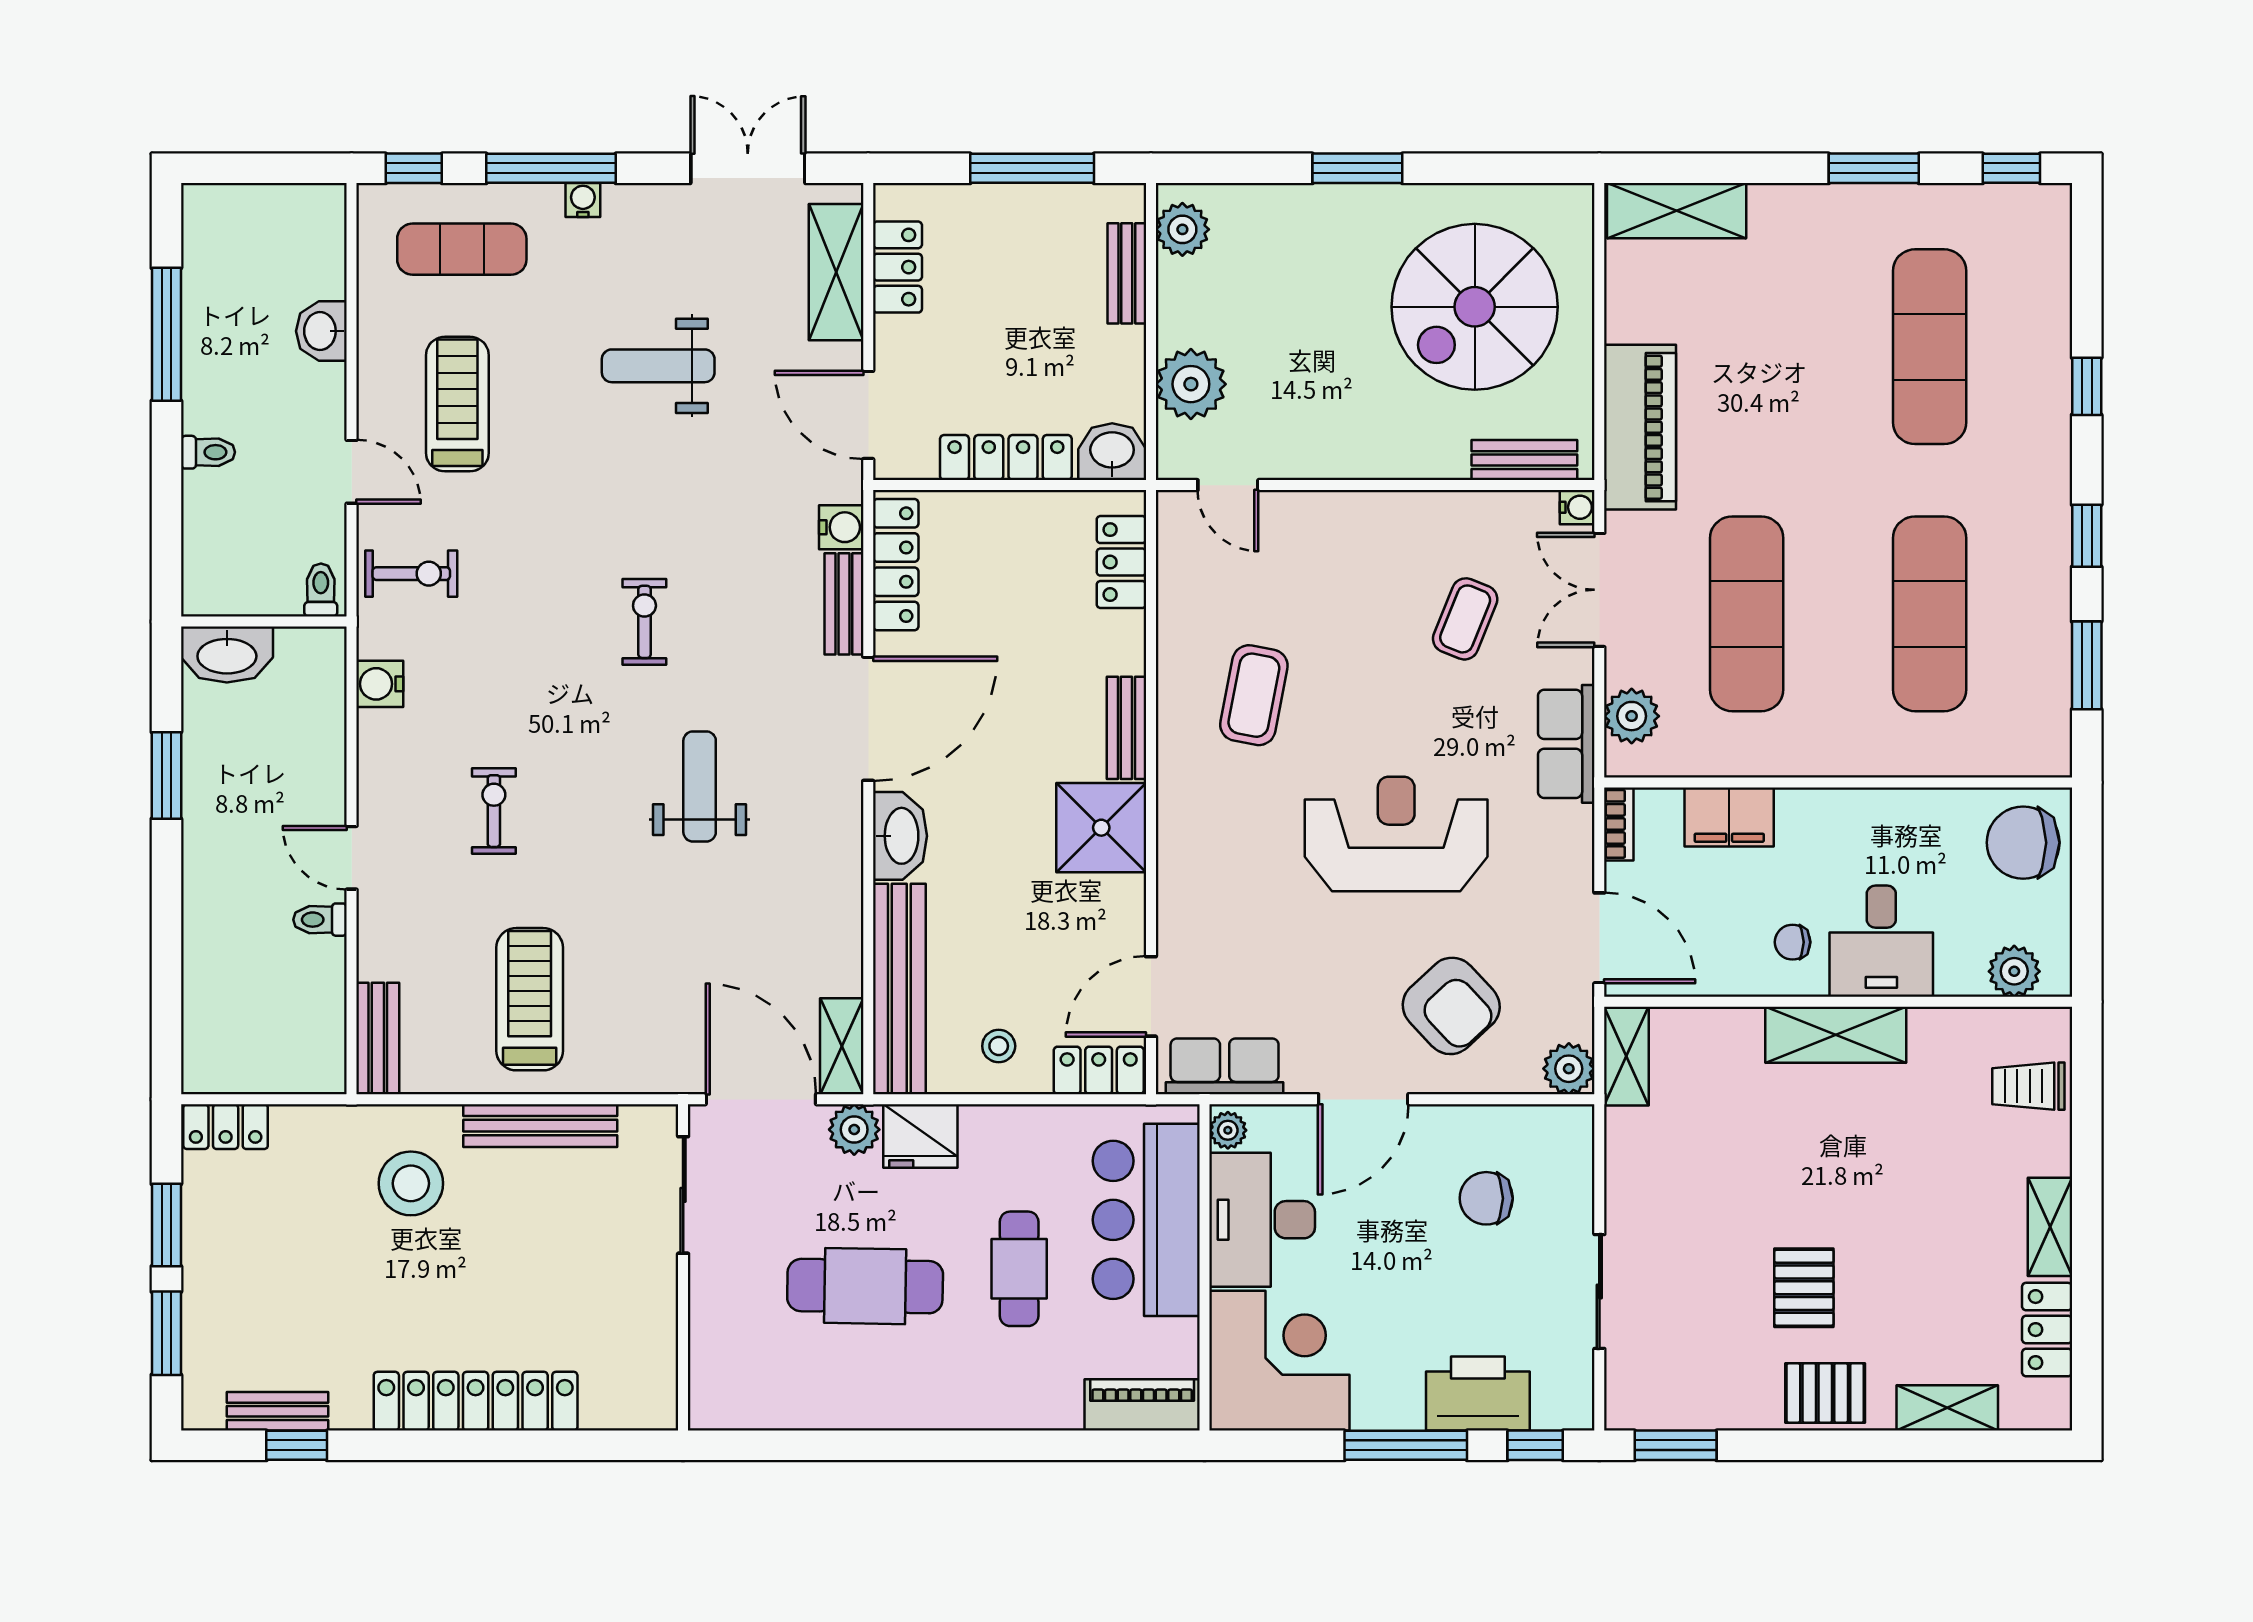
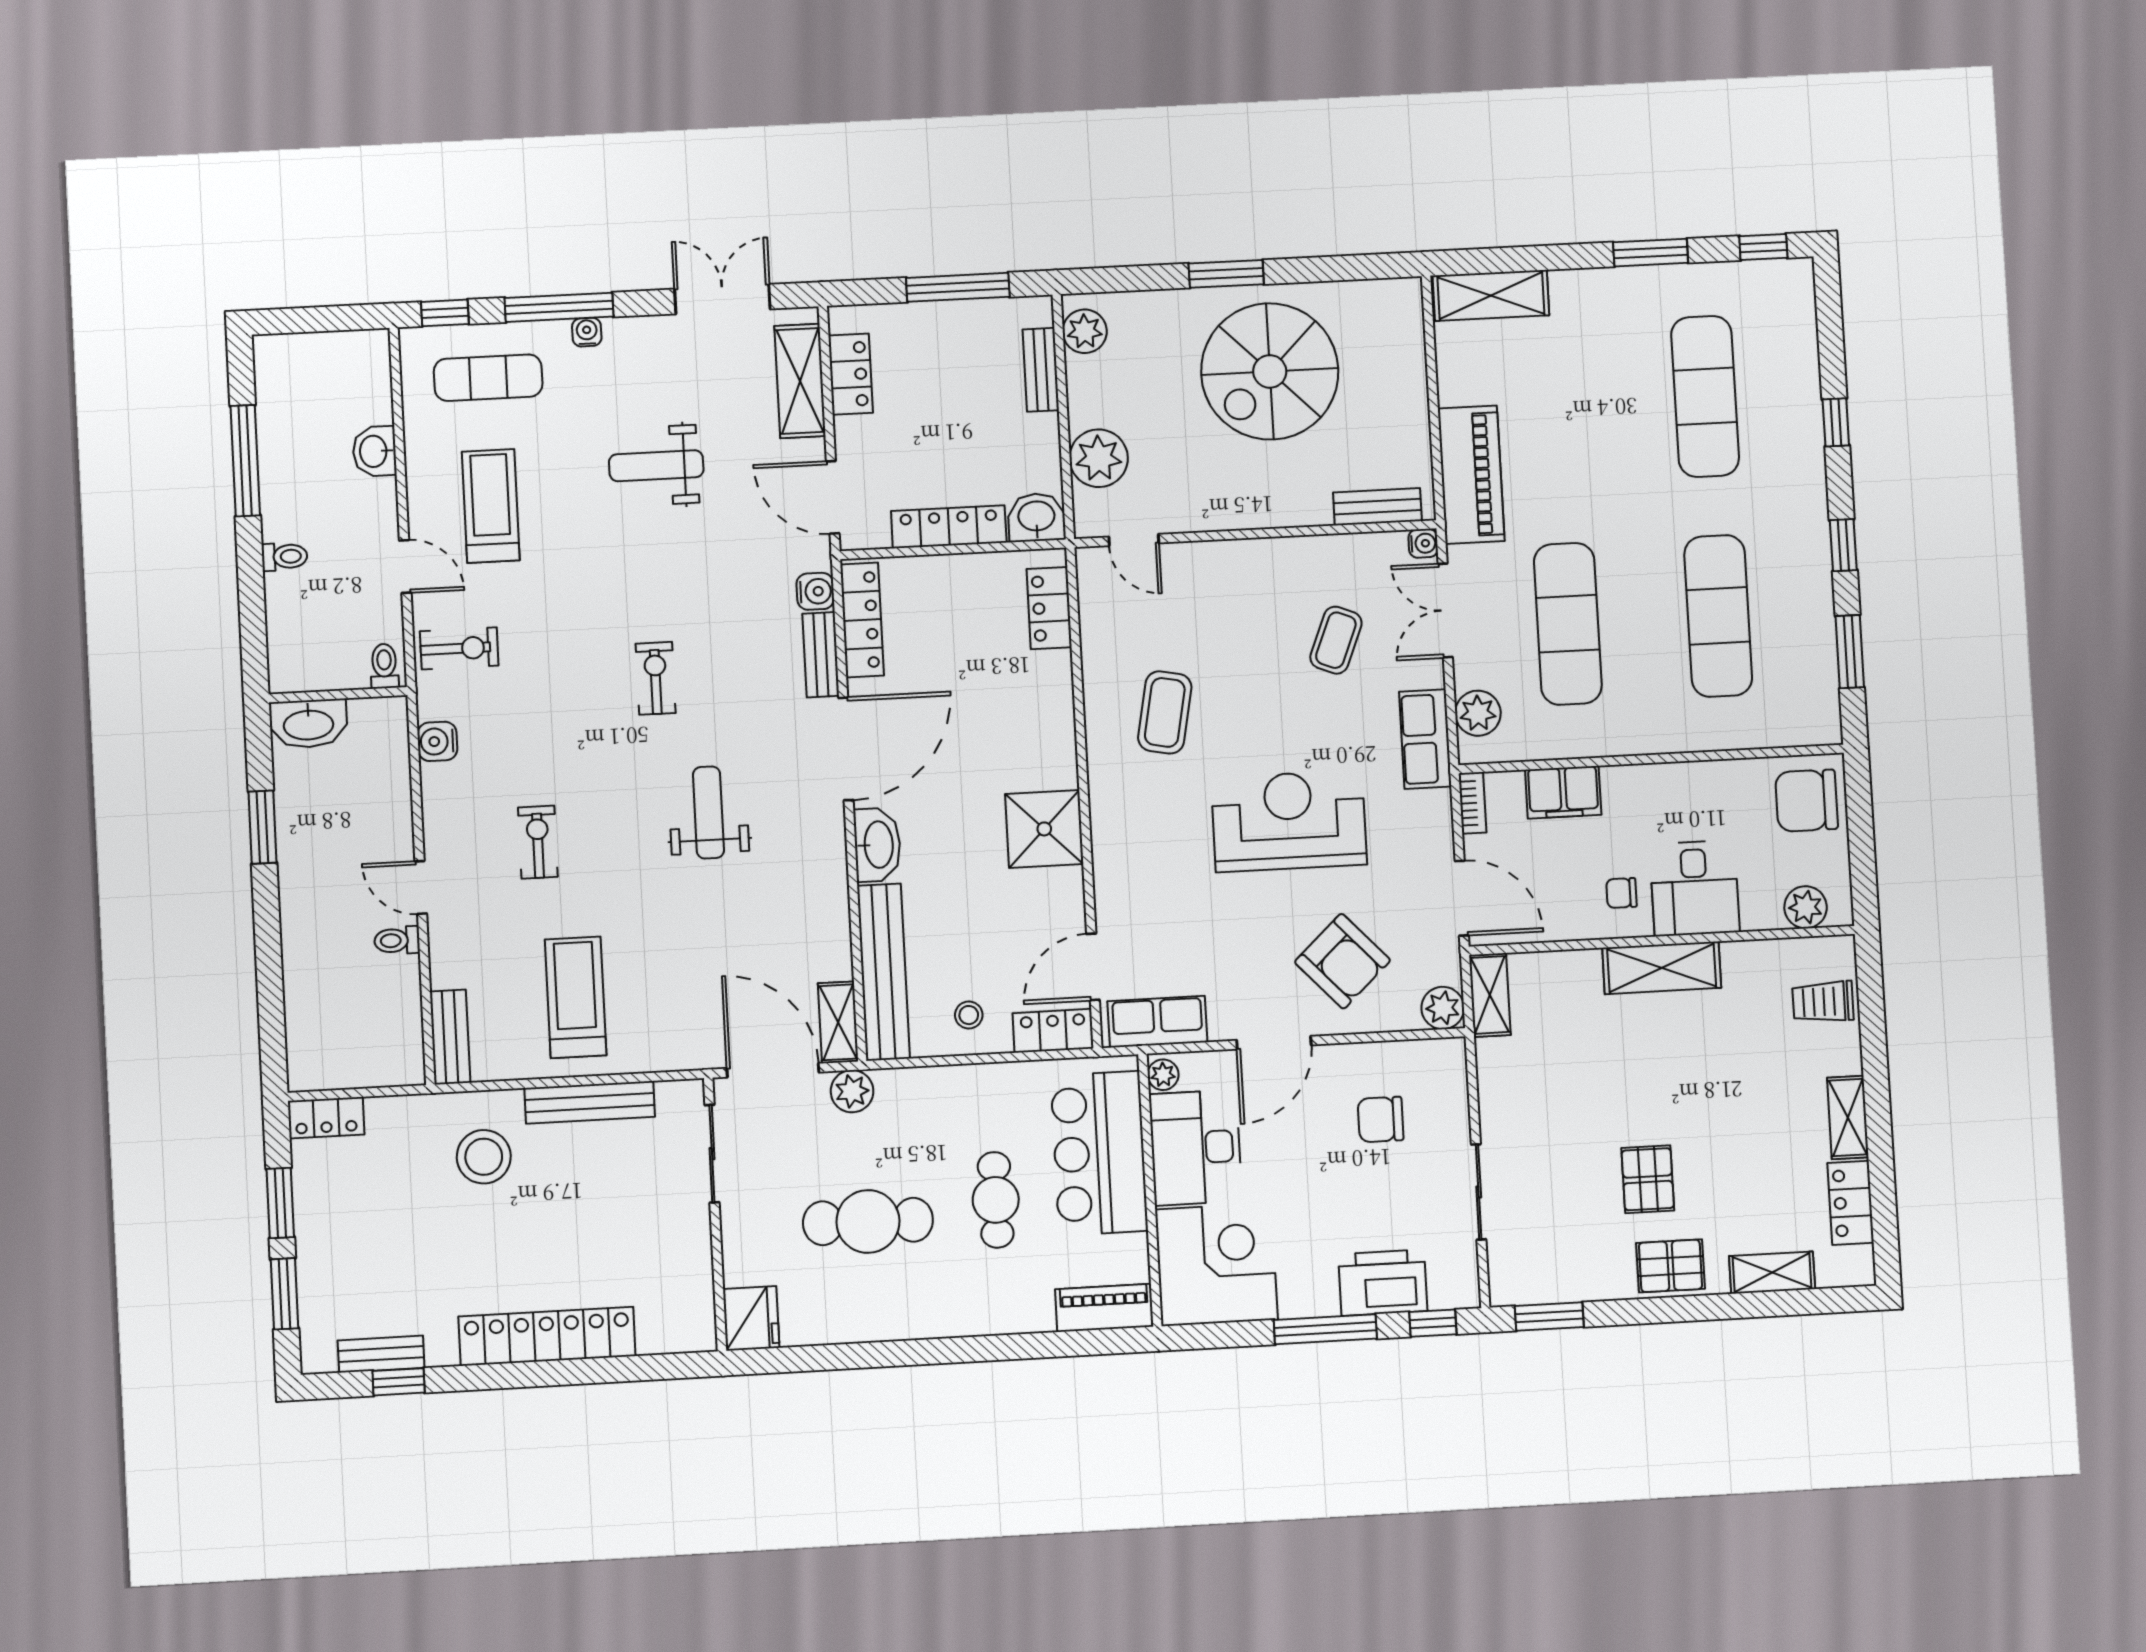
spiral stairs: (1475, 307) -> (1270, 371), moved
bench: (1126, 728) -> (1061, 745), removed
fridge: (920, 1136) -> (751, 1318), moved, turned -90

